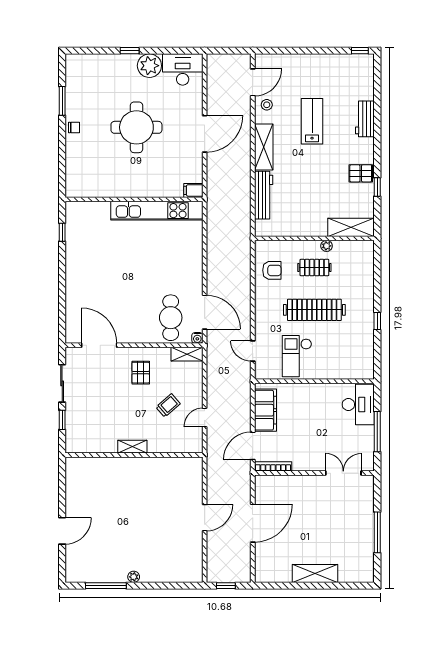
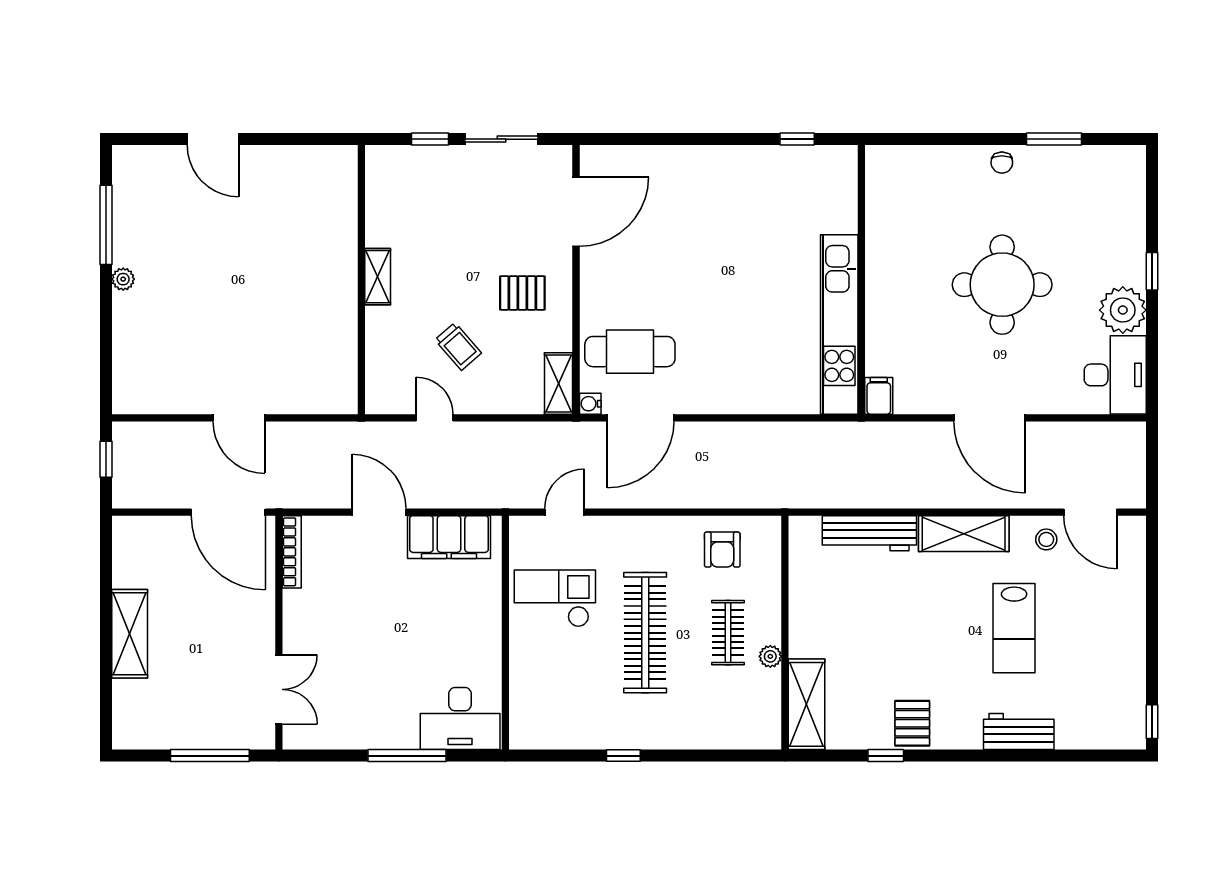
lab bench: (312, 121) -> (1014, 628), turned 90
bookcase: (273, 466) -> (292, 552), moved
wall: (314, 473) -> (279, 633), moved
double door: (343, 473) -> (279, 689), moved

